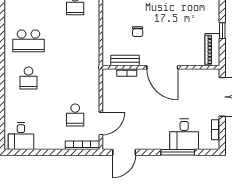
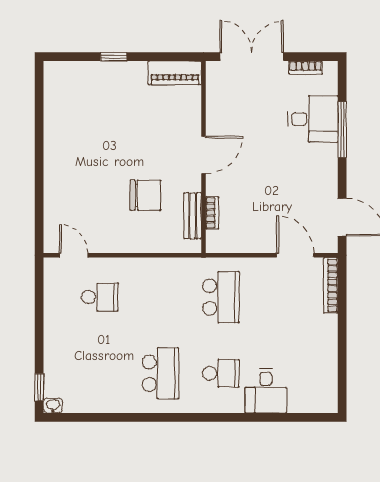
window: (222, 31) -> (114, 57), moved
chair: (138, 32) -> (145, 195), width x1.87, depth x1.87
door: (162, 67) -> (203, 155), width x0.73
school desk: (75, 115) -> (221, 297), moved, width x1.85
desk: (21, 136) -> (266, 391), moved, turned 90

